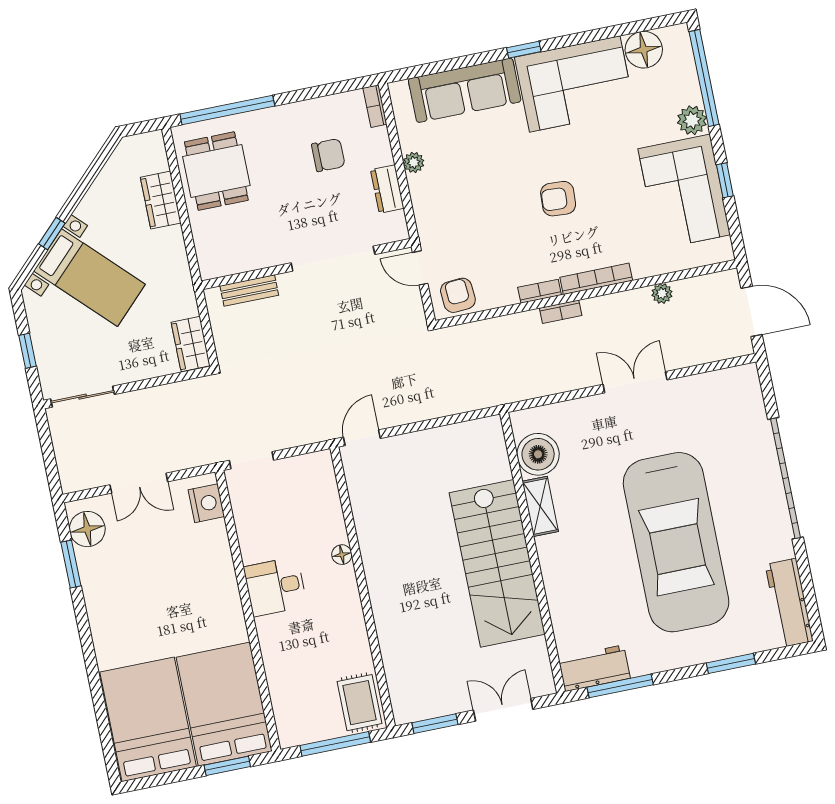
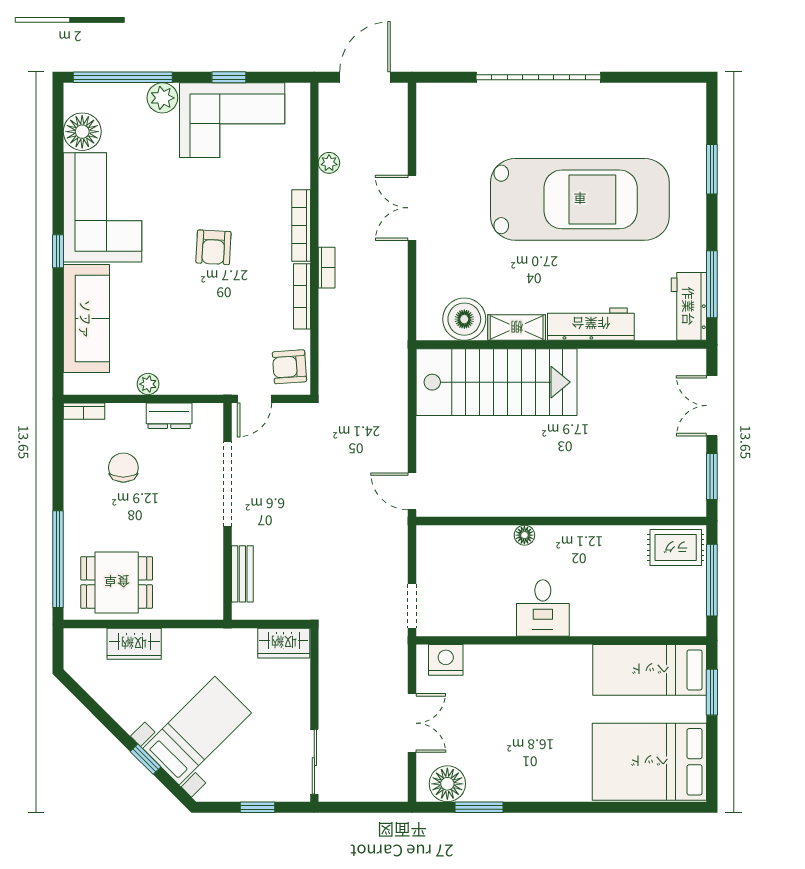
bookcase: (540, 291) -> (302, 296), width x1.56
stairs: (497, 563) -> (497, 382), moved
workbench: (789, 603) -> (591, 324), moved, turned 180
bed: (224, 704) -> (650, 670), width x0.67

